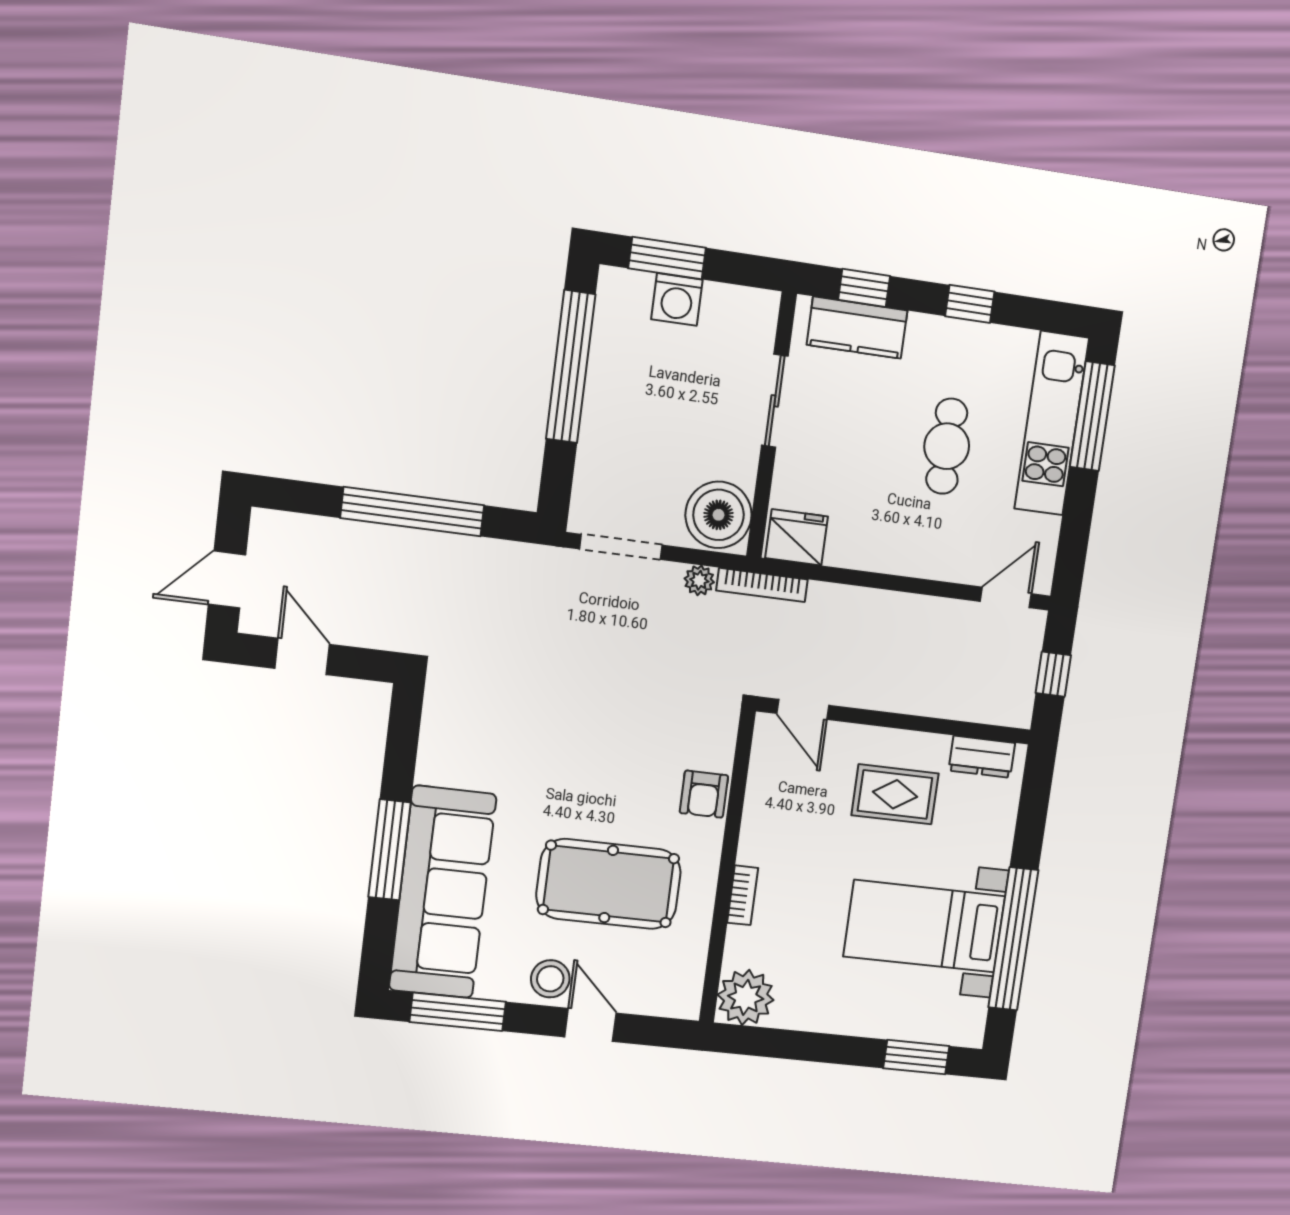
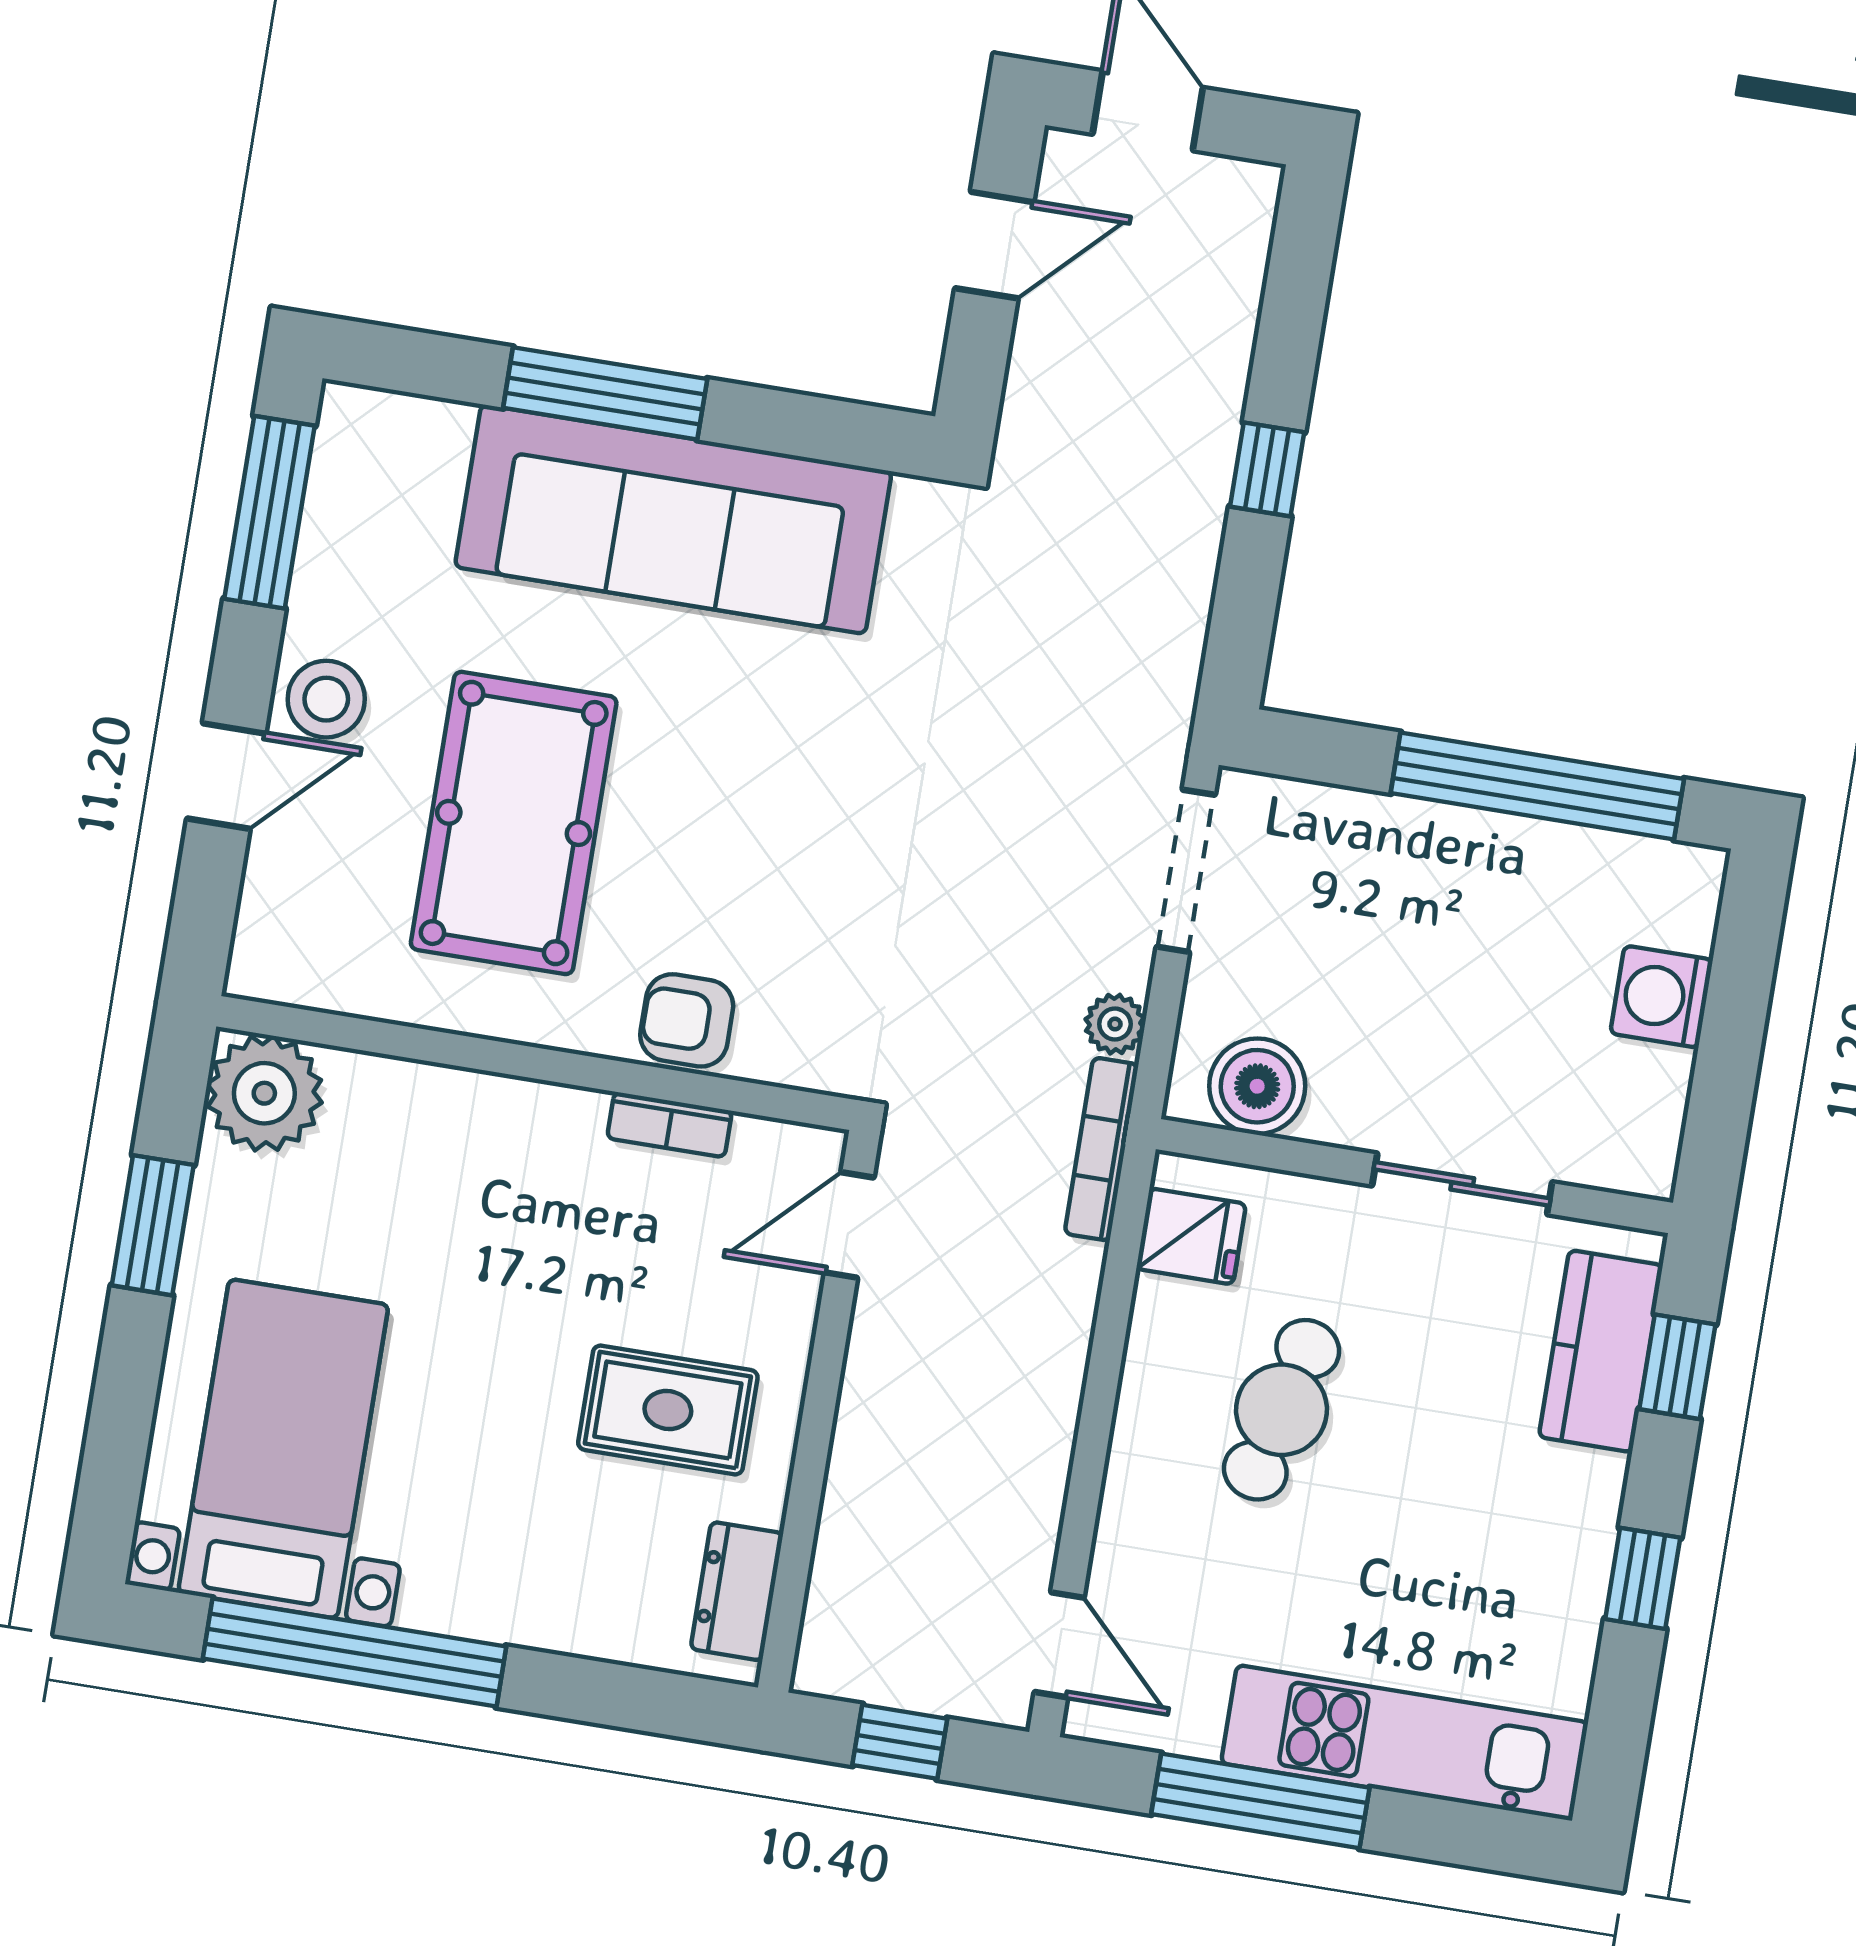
window: (667, 258) -> (1741, 980), removed
window: (1092, 416) -> (1260, 1801), moved
cafe table: (947, 446) -> (1282, 1410), moved, turned -76
window: (412, 512) -> (1267, 469), width x0.32
boiler: (719, 515) -> (1257, 1086), width x0.73, depth x0.73
fridge: (797, 537) -> (1191, 1236), width x0.72
rug: (895, 794) -> (668, 1410), turned 90
sofa: (443, 892) -> (673, 519), moved
bookcase: (743, 895) -> (670, 1125), moved
bed with nightstands: (924, 926) -> (283, 1449), moved
window: (916, 1057) -> (153, 1225), moved

